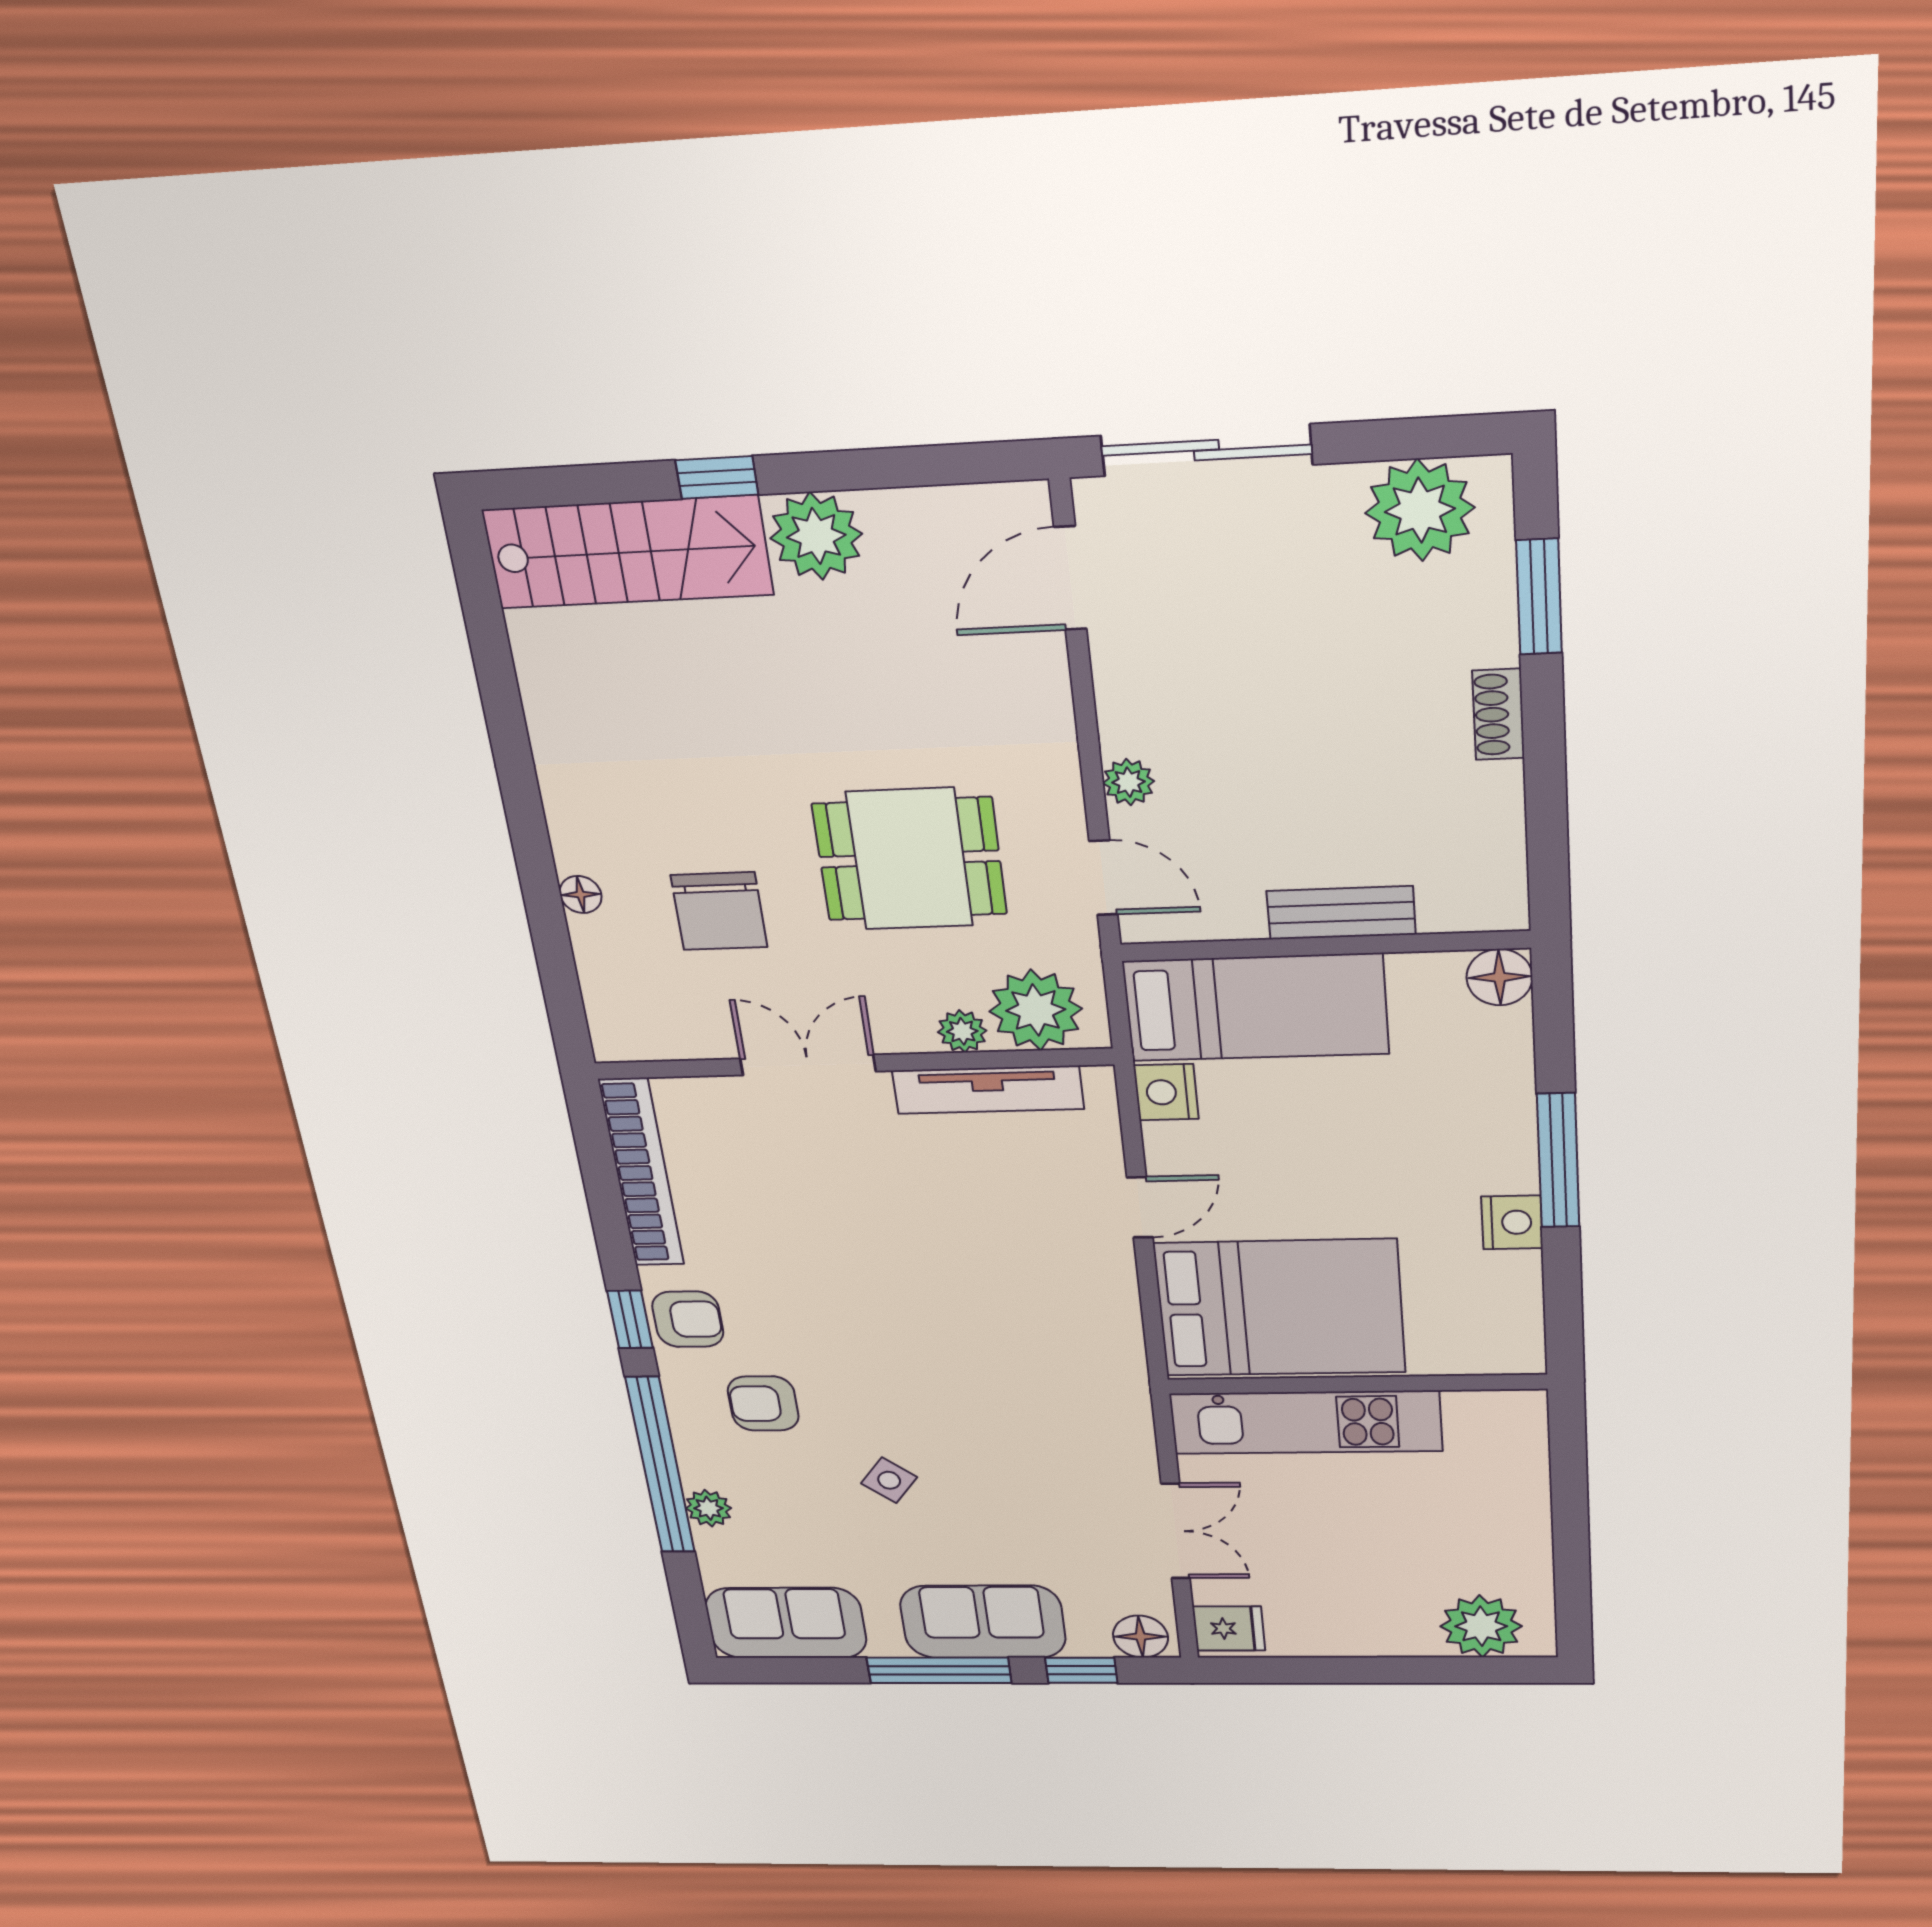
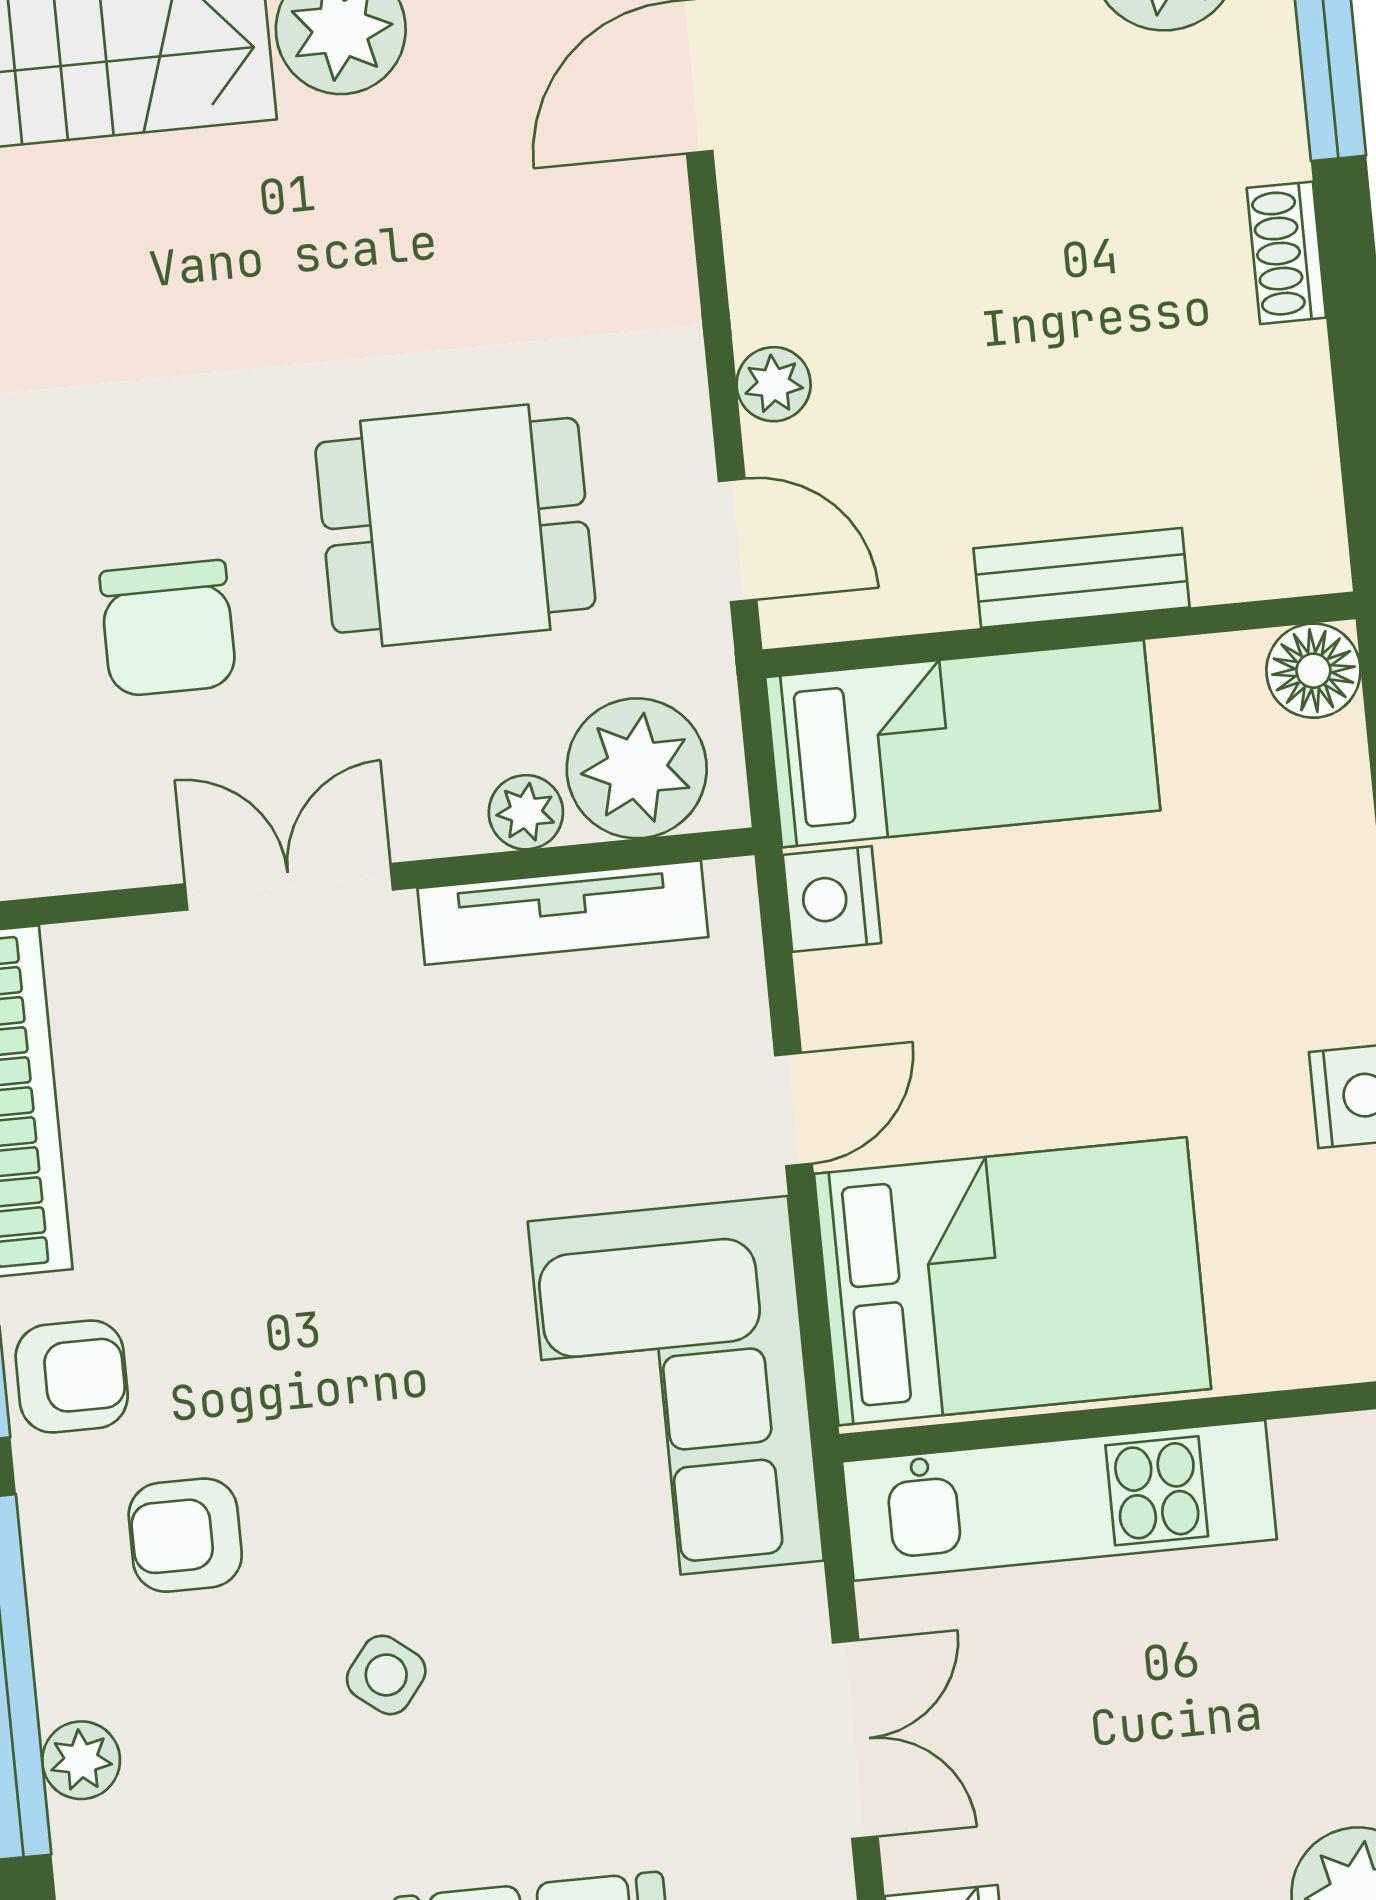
corner sofa: (1065, 1351) -> (676, 1391), added

